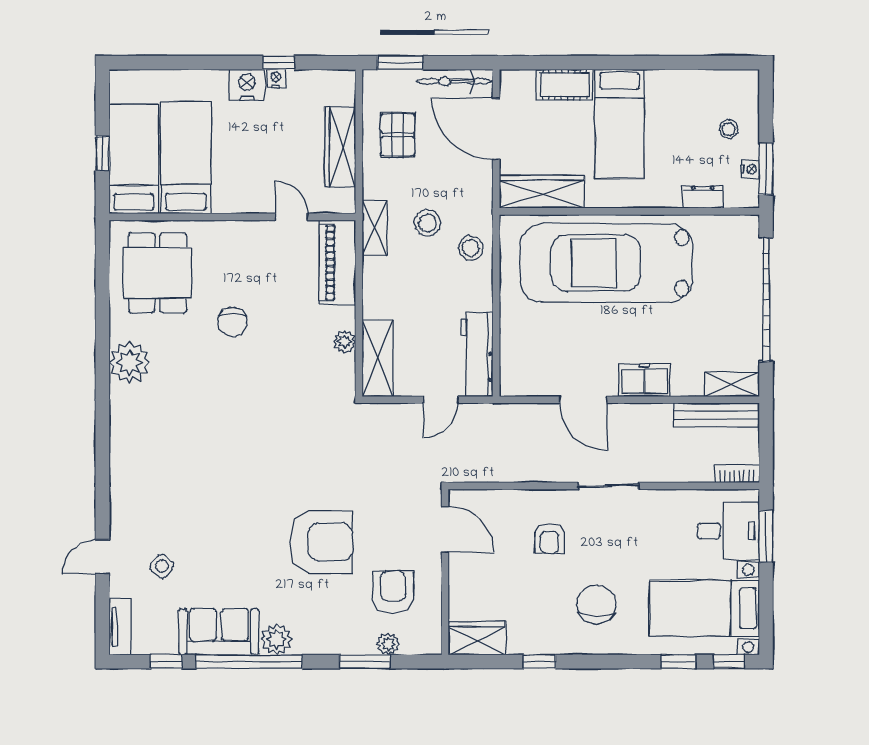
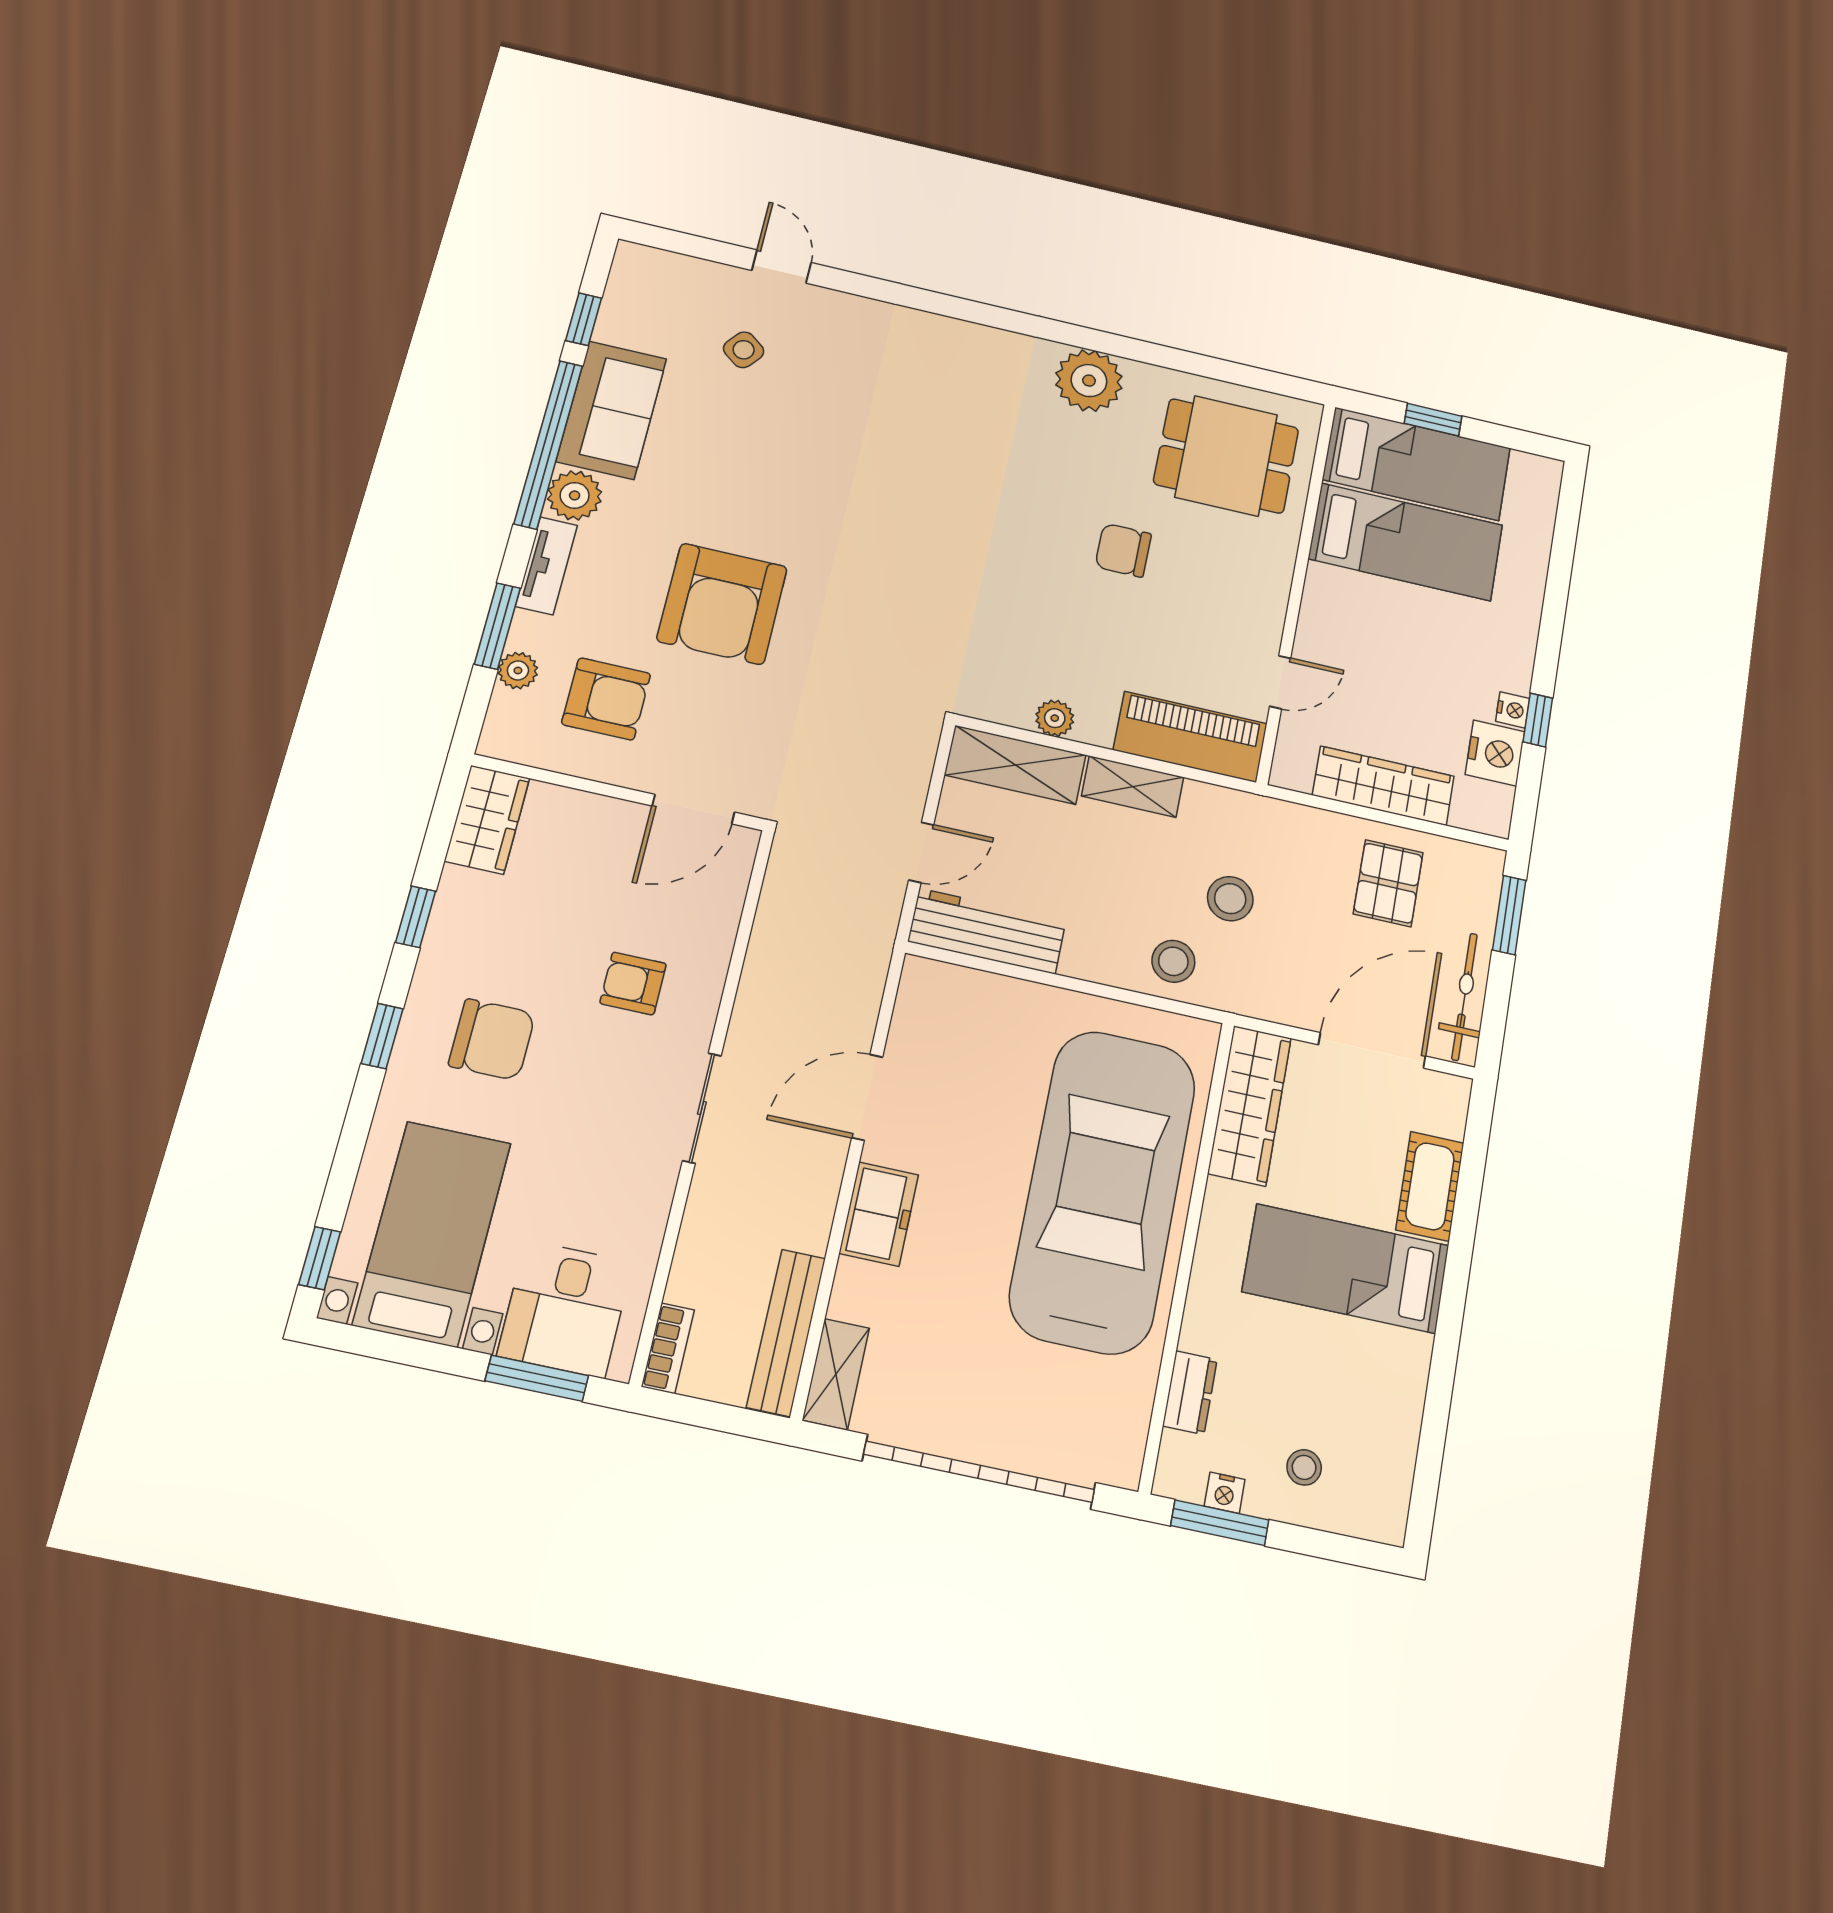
nightstand: (247, 85) -> (1495, 753), moved
pallet: (398, 135) -> (1388, 883), turned 90
shelving: (375, 228) -> (1133, 787), moved
door: (441, 400) -> (921, 852), swing flipped
tv unit: (120, 626) -> (546, 566), moved, turned -90
window: (678, 662) -> (382, 1036), moved

